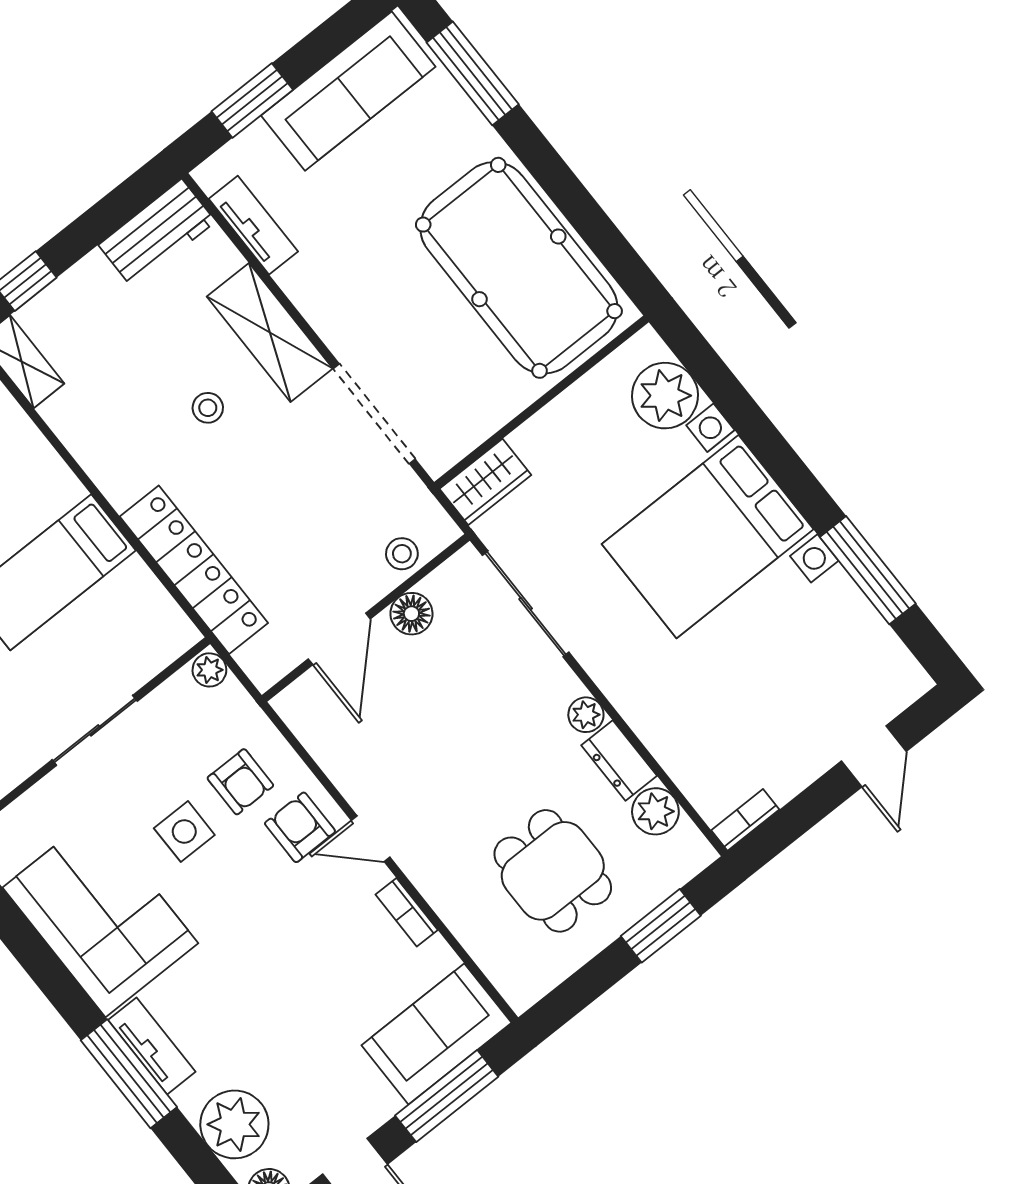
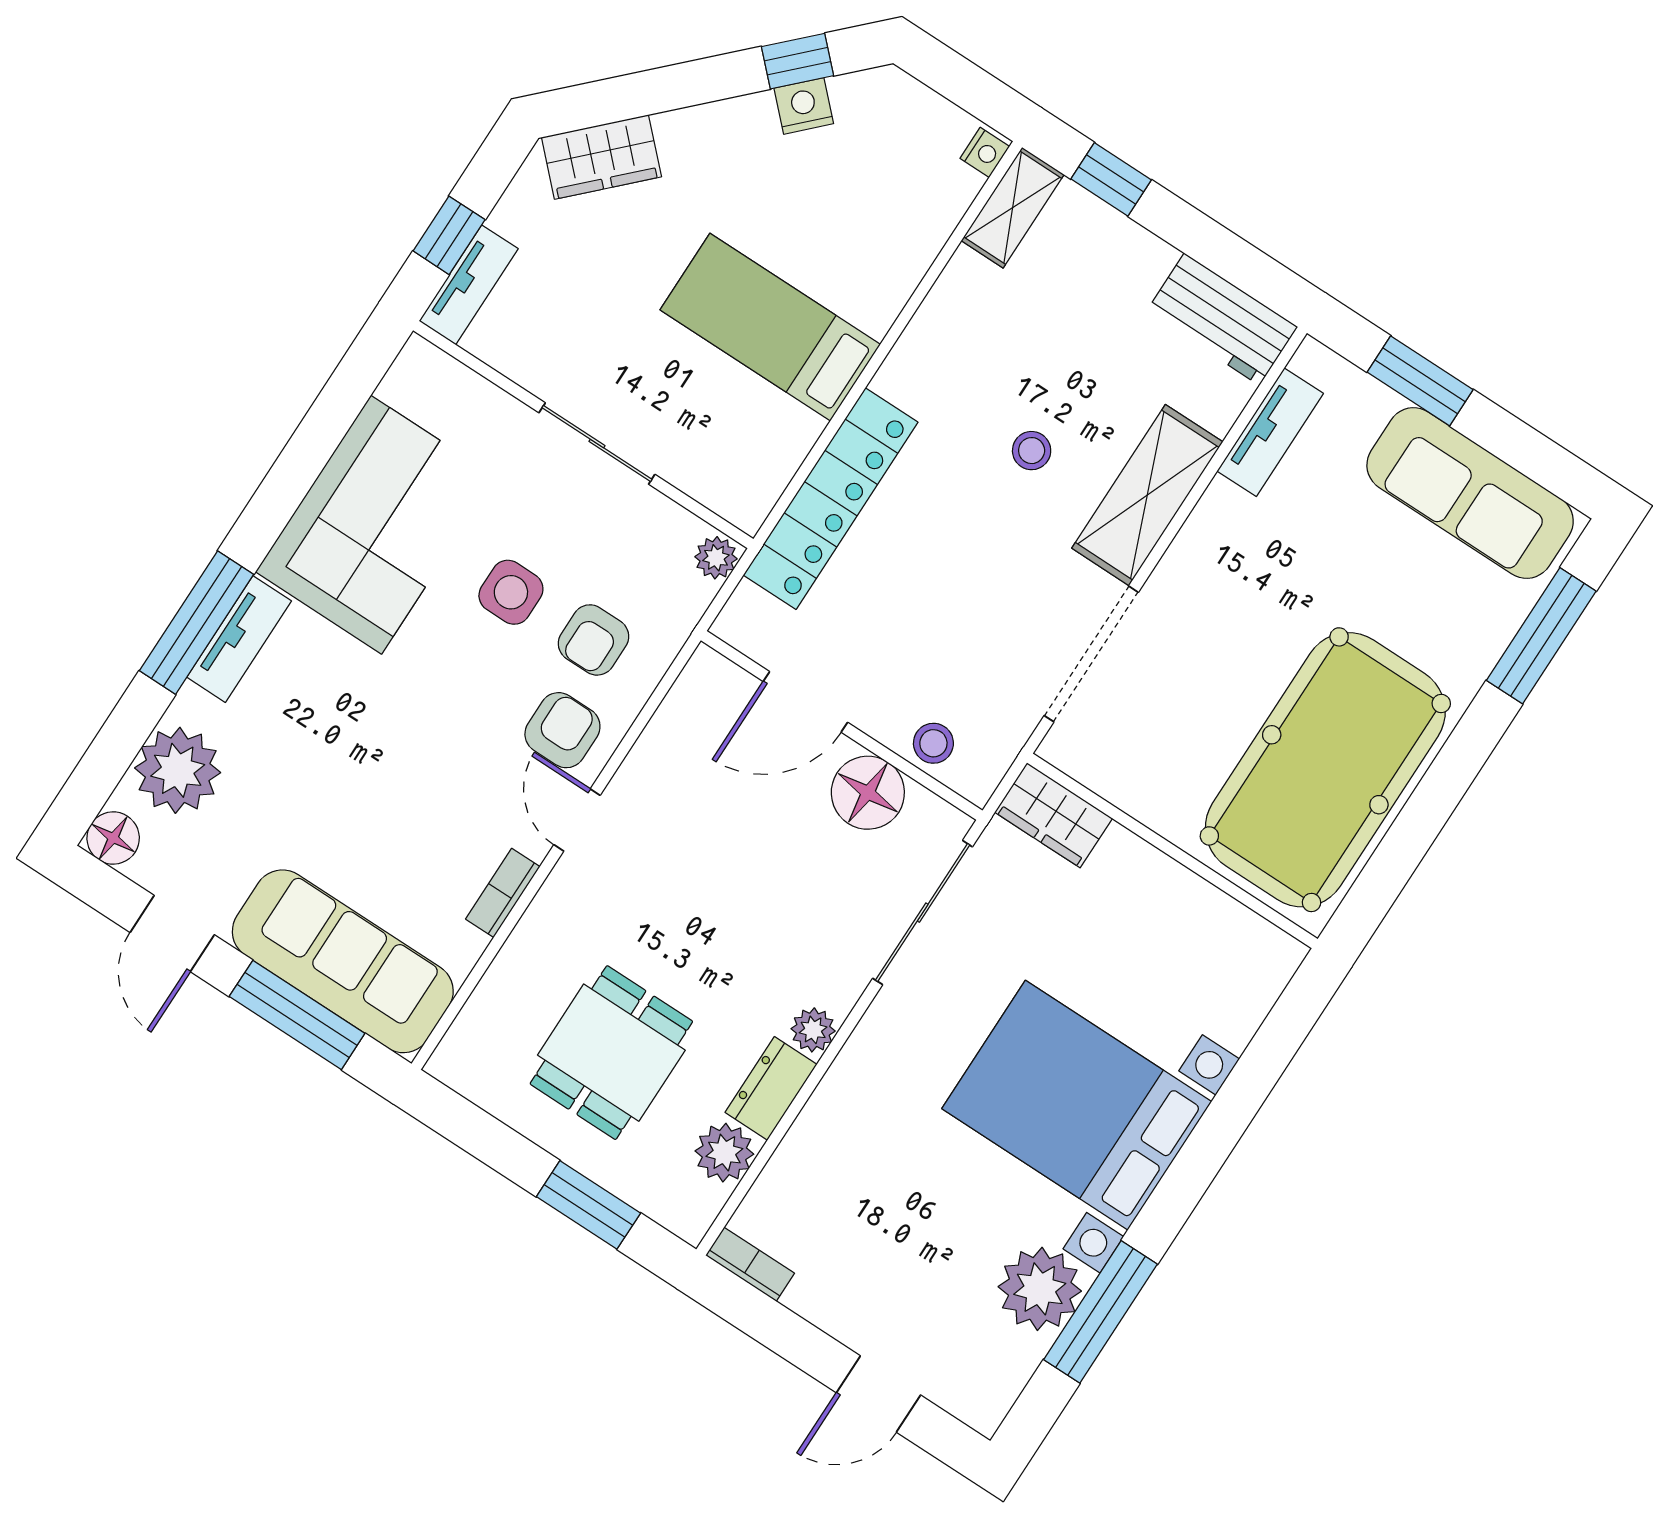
plant: (665, 396) -> (1040, 1289), moved
floor lamp: (411, 614) -> (868, 793), width x1.38, depth x1.38
sofa: (436, 1034) -> (343, 961), width x1.36

